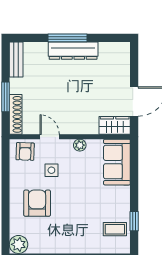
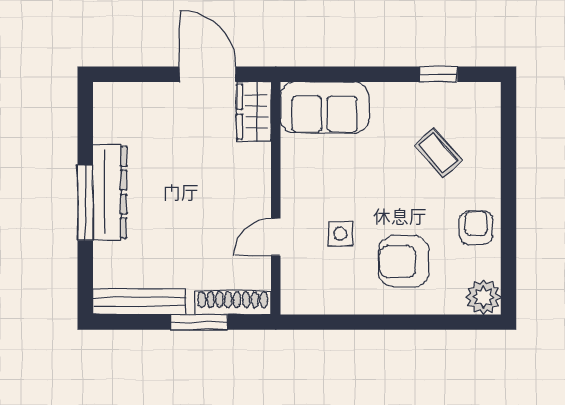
bench: (16, 59) -> (139, 302), width x1.36
plant: (80, 145) -> (292, 179), removed
armchair: (25, 151) -> (476, 228), moved, turned -92
coffee table: (115, 229) -> (438, 153), moved, turned -41

